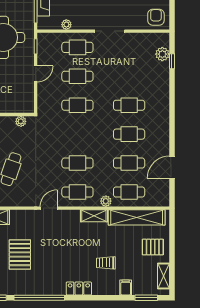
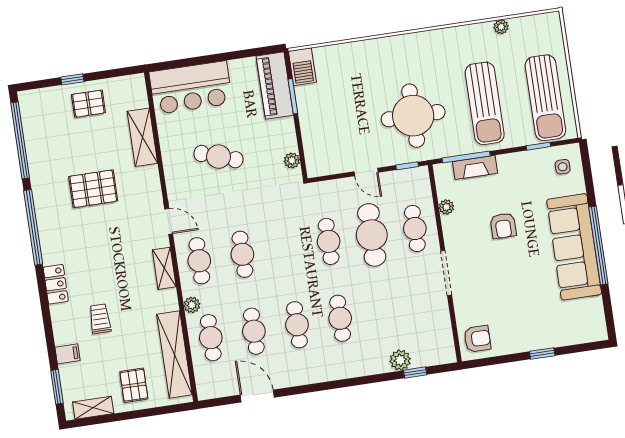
plant: (162, 54) -> (400, 360), moved
cafe table: (77, 76) -> (372, 235), width x1.37, depth x1.35
shelving: (94, 216) -> (164, 268), moved

